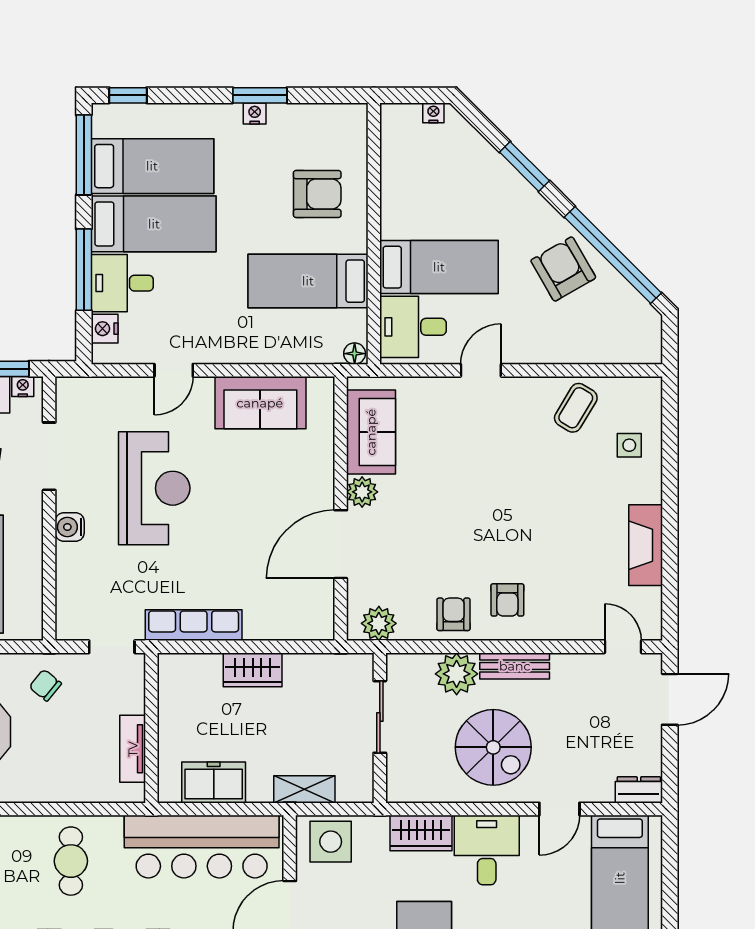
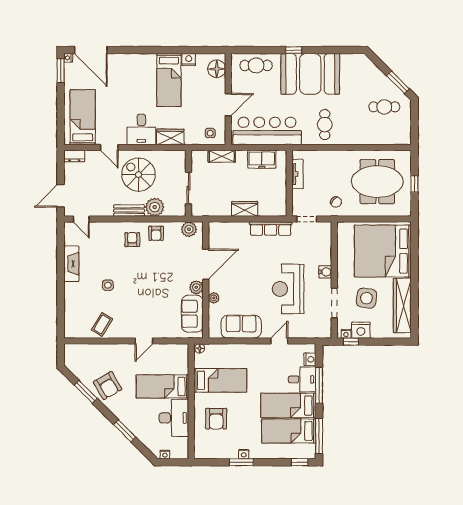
armchair: (317, 194) -> (216, 419), turned -90
window: (613, 255) -> (86, 392), width x0.47
desk: (413, 327) -> (174, 418), moved, width x1.37
side table: (629, 445) -> (108, 285), moved
plant: (322, 468) -> (214, 298), added
door: (559, 809) -> (109, 147), swing flipped
side table: (331, 842) -> (210, 133), width x0.54, depth x0.54

